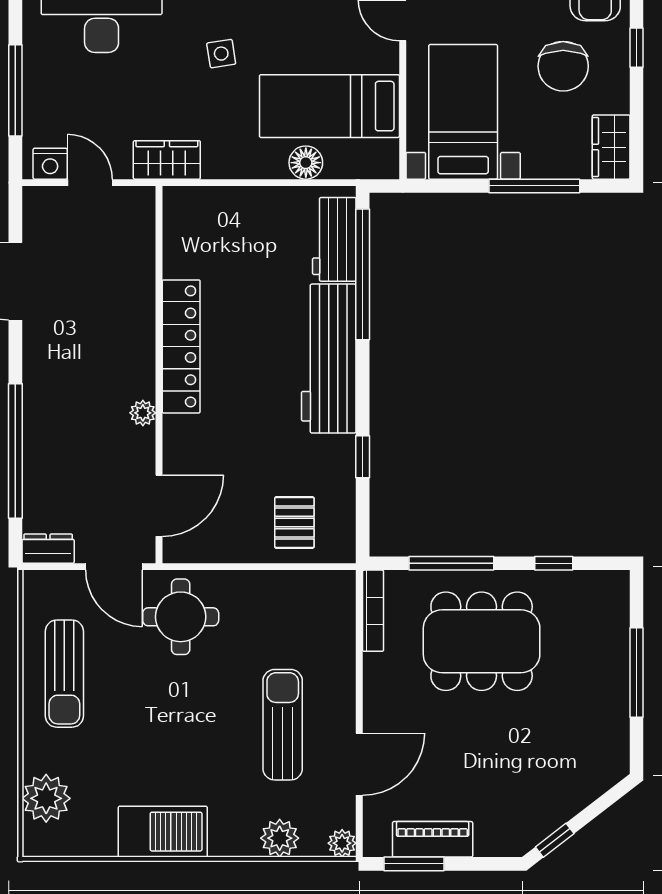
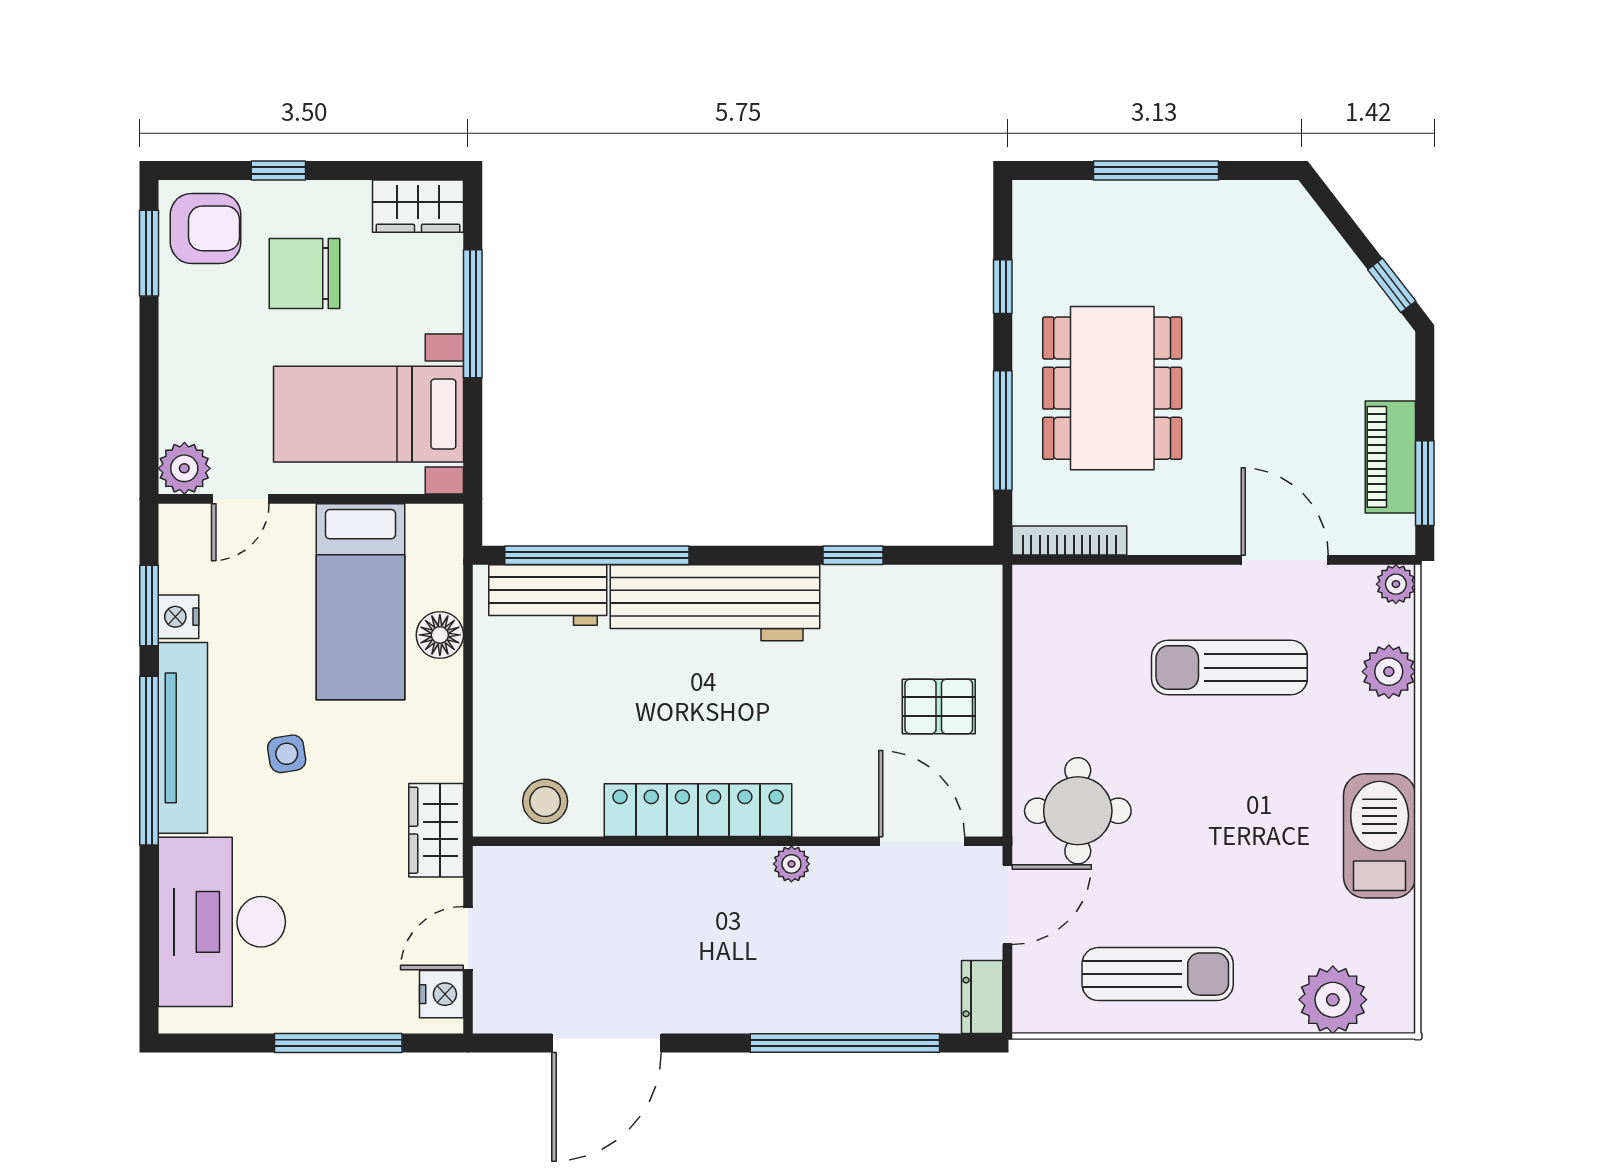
chair: (563, 66) -> (304, 273), turned 180
stool: (187, 238) -> (545, 801), added
pallet: (294, 522) -> (939, 706), moved

